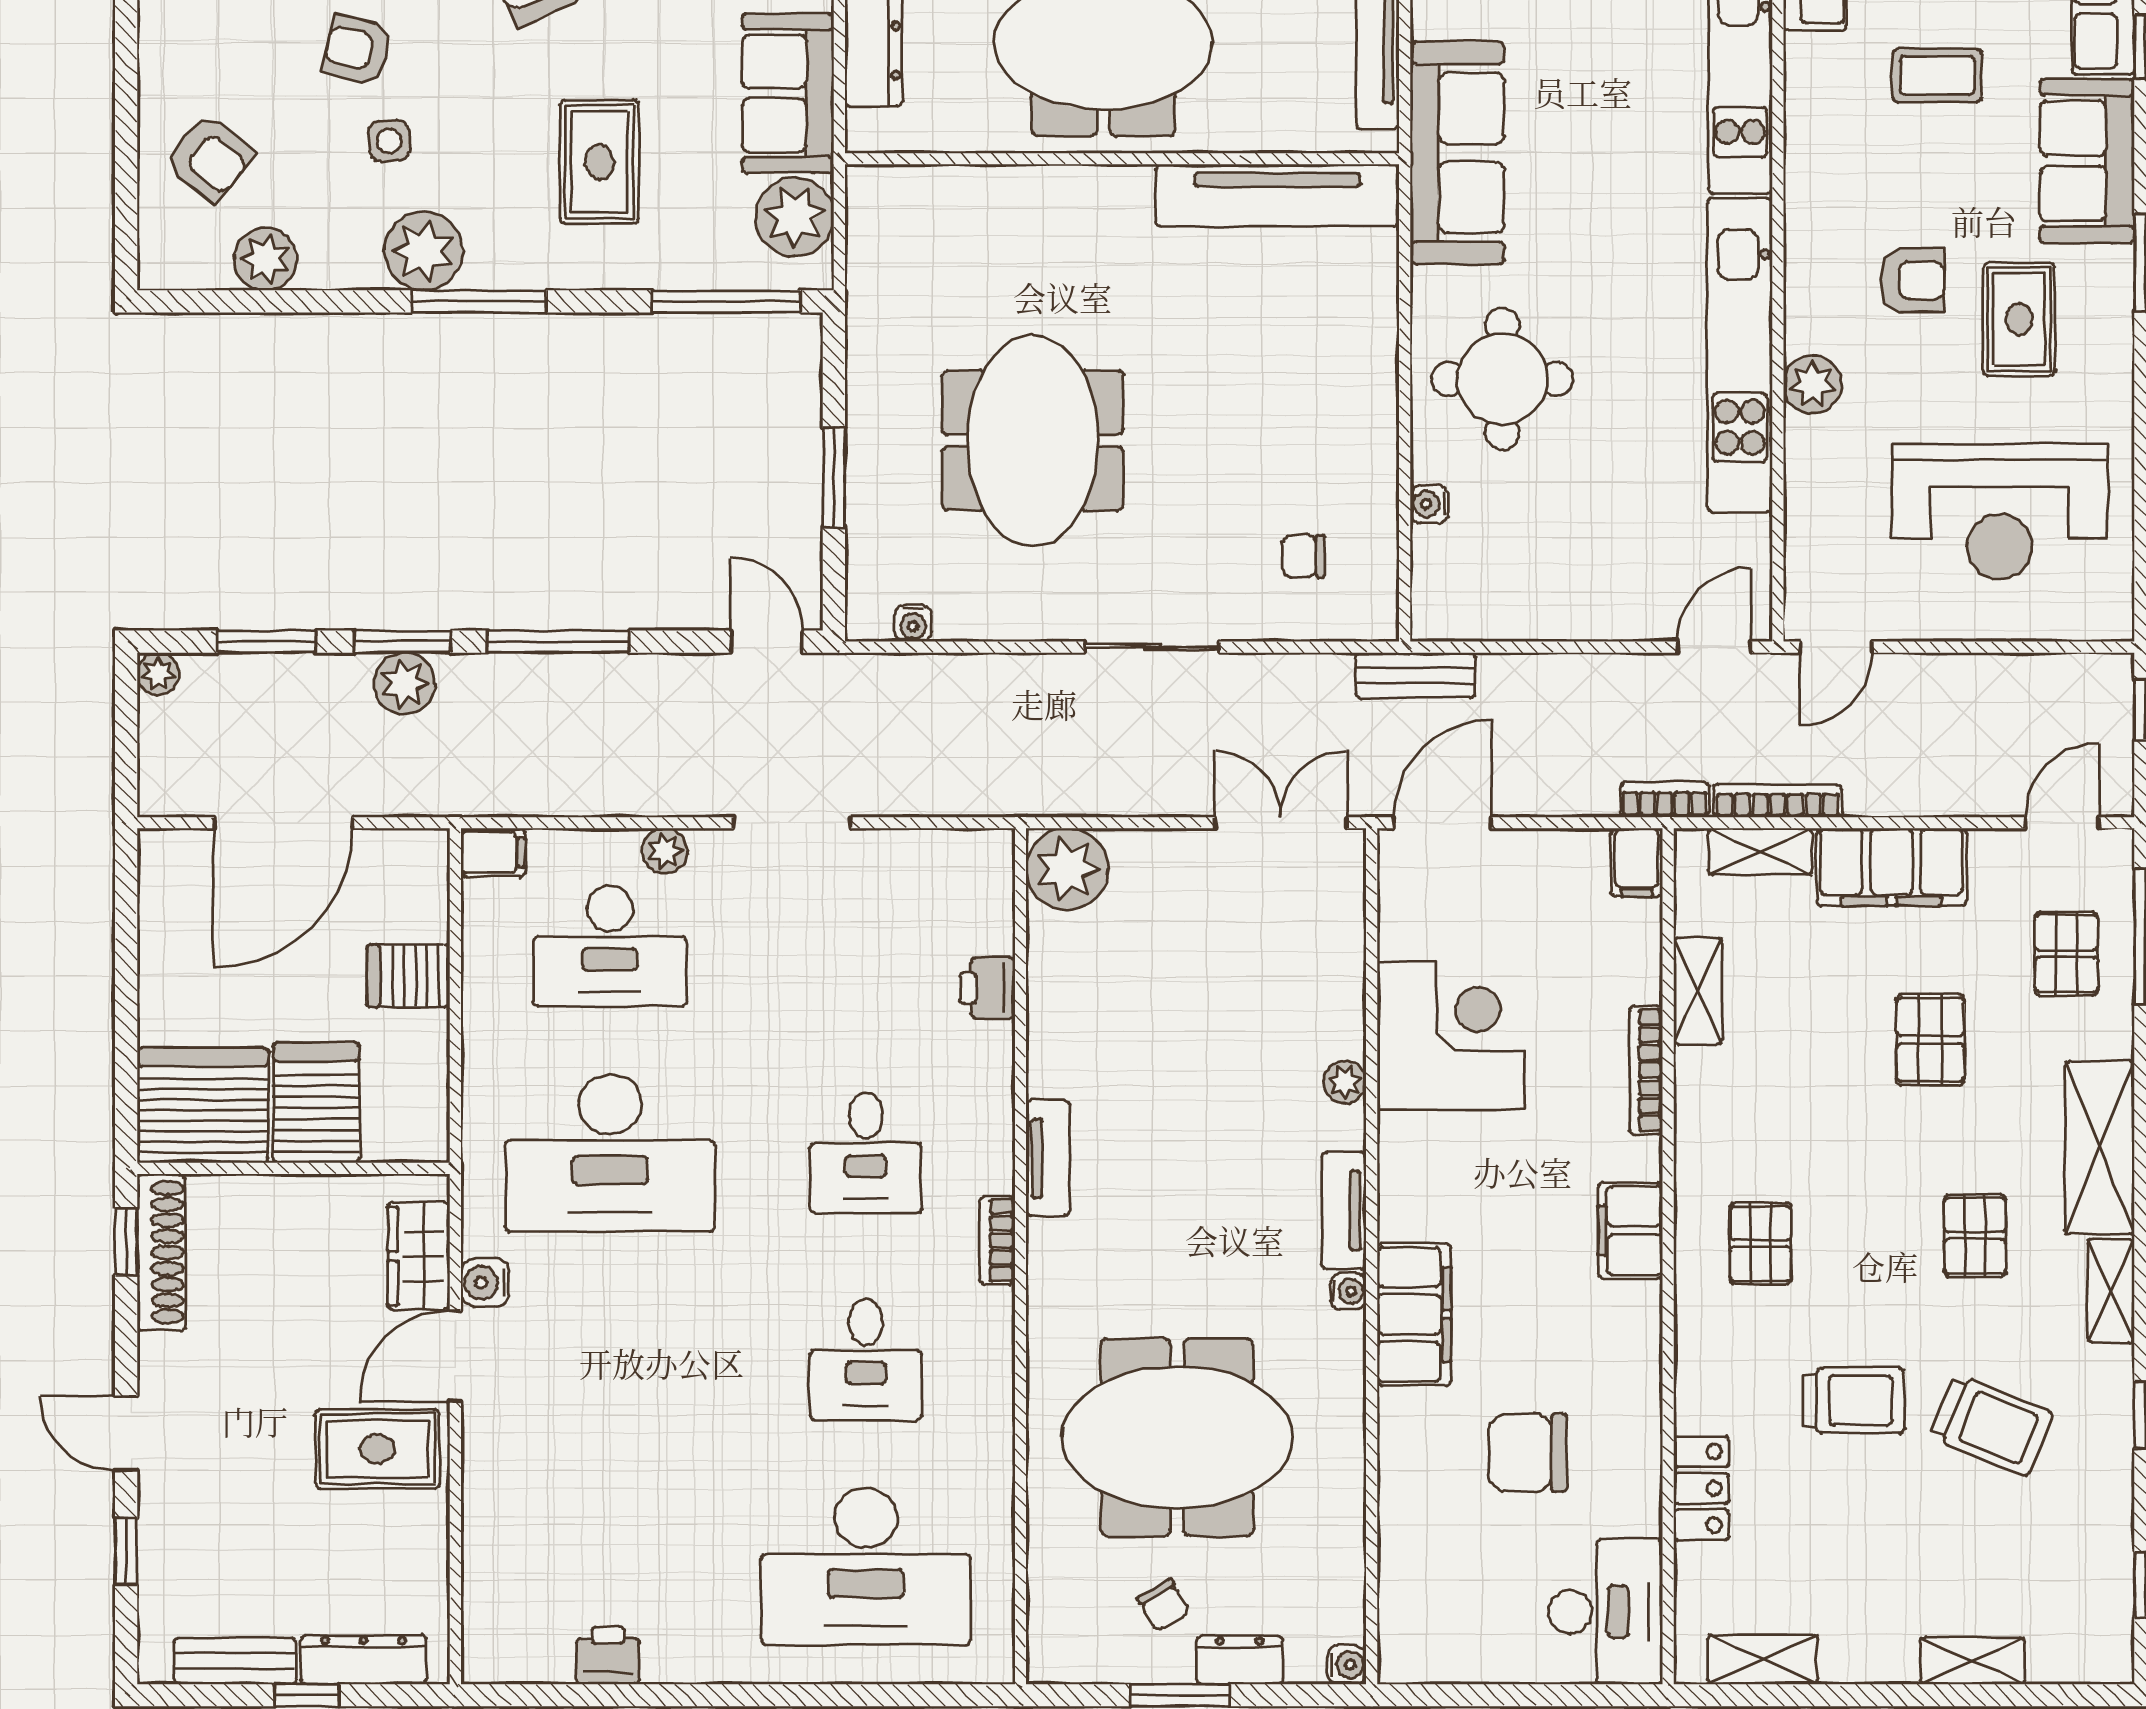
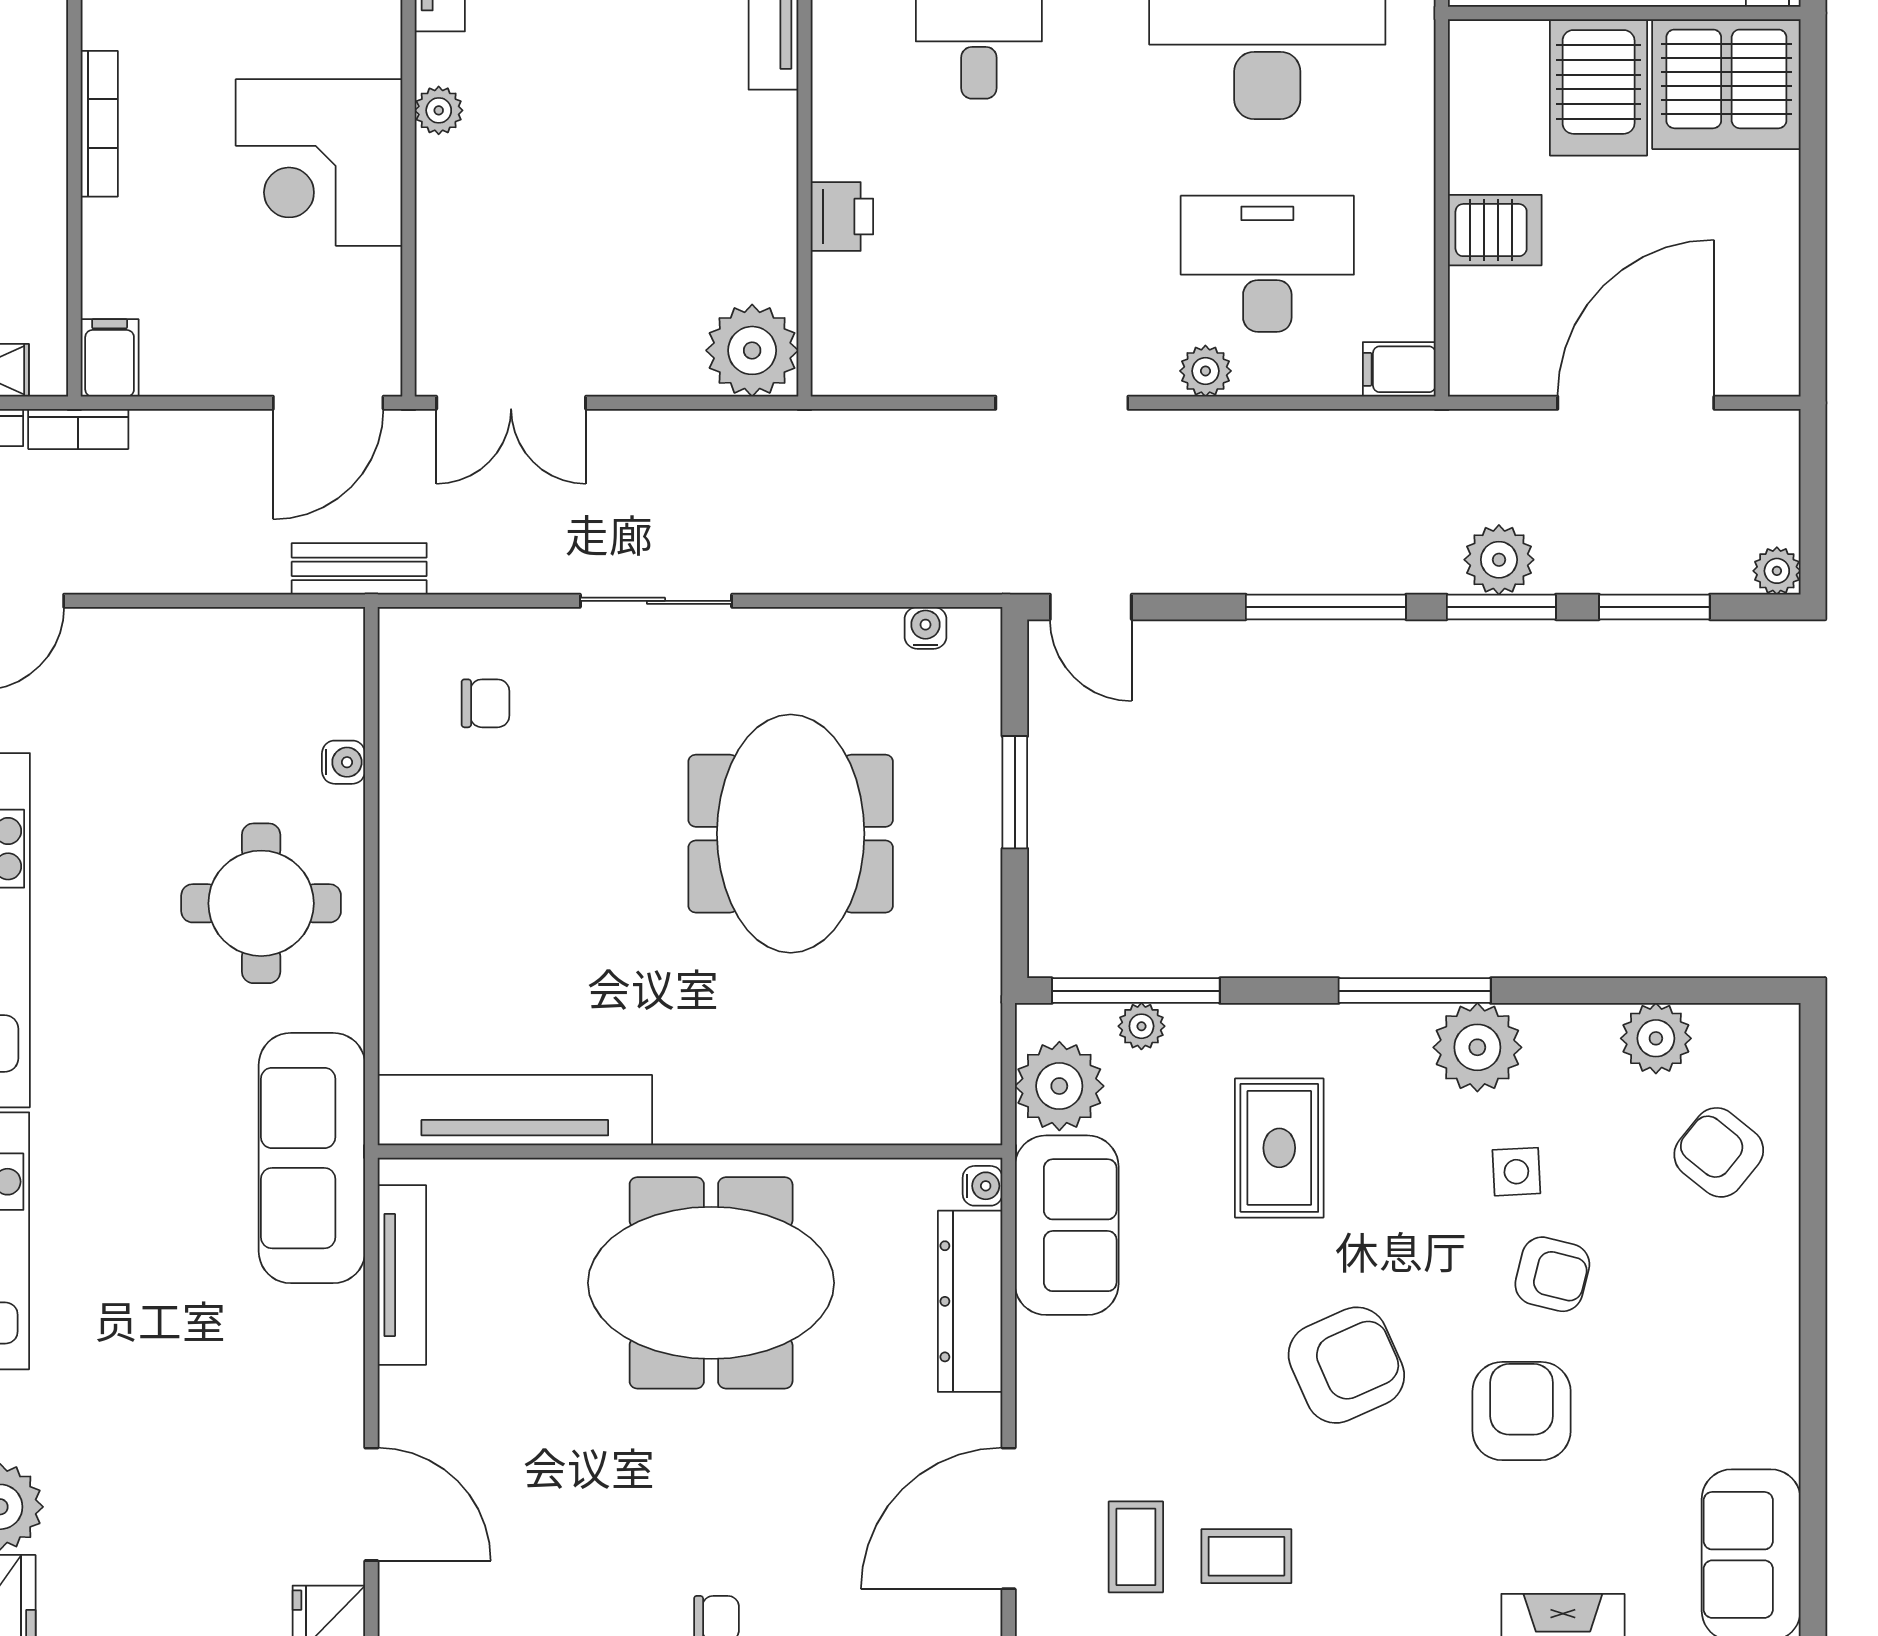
water cooler: (863, 128) -> (983, 1186), added
plant: (722, 270) -> (1141, 1026), added
shelving: (1698, 991) -> (41, 213), removed

